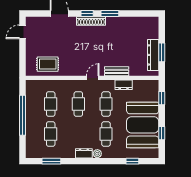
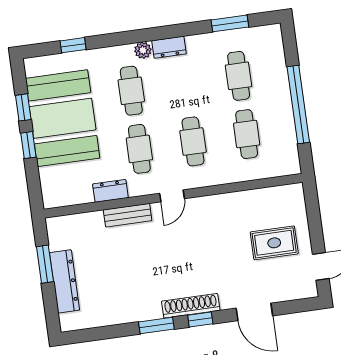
dresser: (153, 55) -> (65, 281), moved
rug: (48, 64) -> (274, 243), moved
window: (162, 98) -> (28, 145), moved

